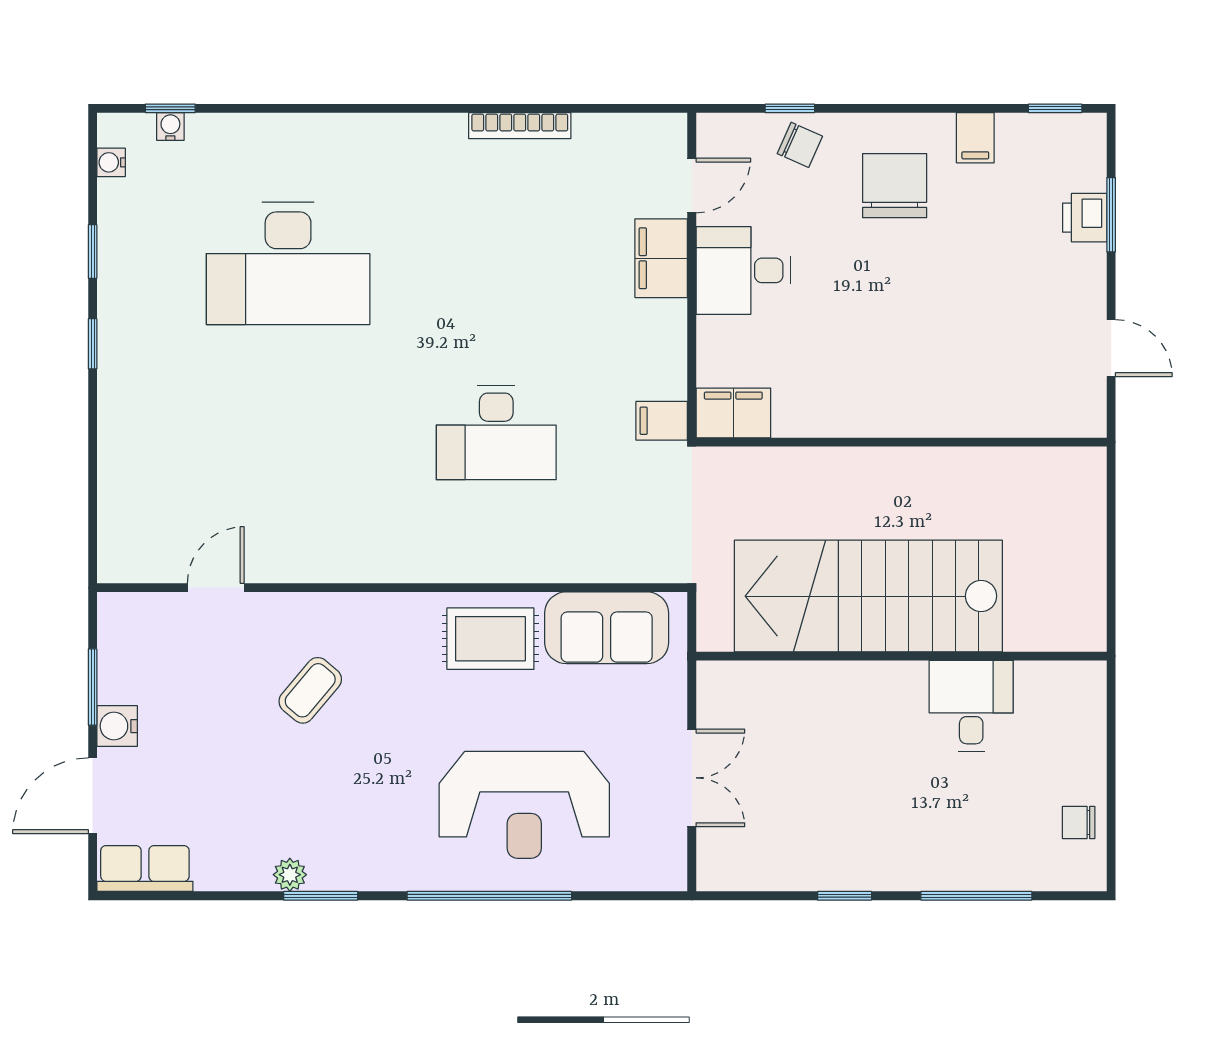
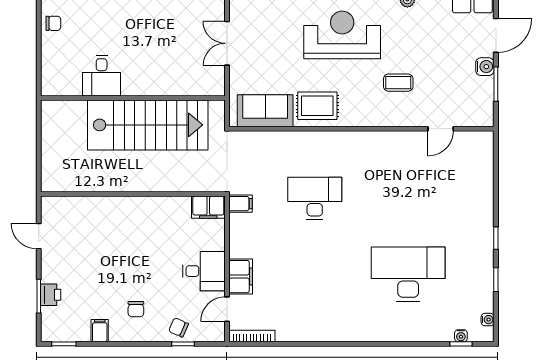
bookcase: (520, 126) -> (252, 336), moved
chair: (895, 186) -> (136, 309), width x0.54, depth x0.54
coffee table: (310, 690) -> (398, 83), turned 50
reception desk: (524, 805) -> (342, 35), moved

